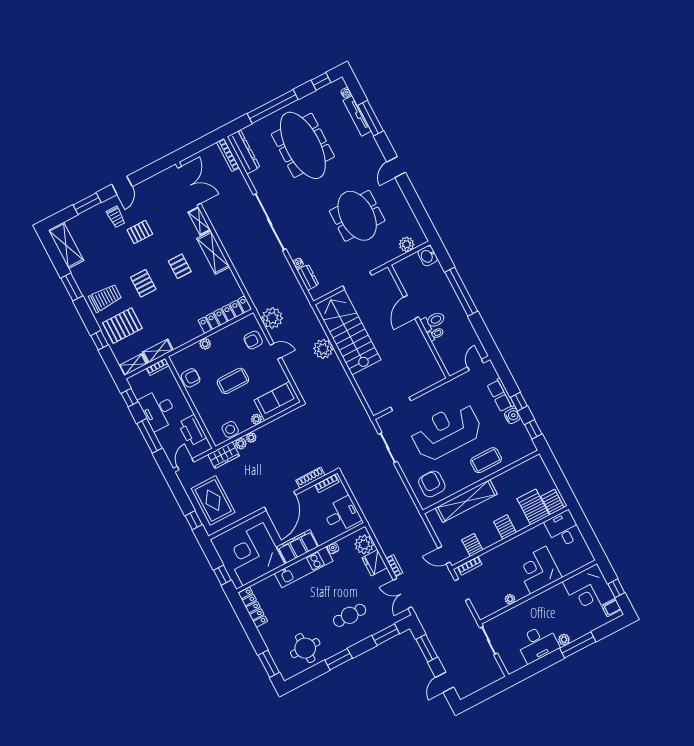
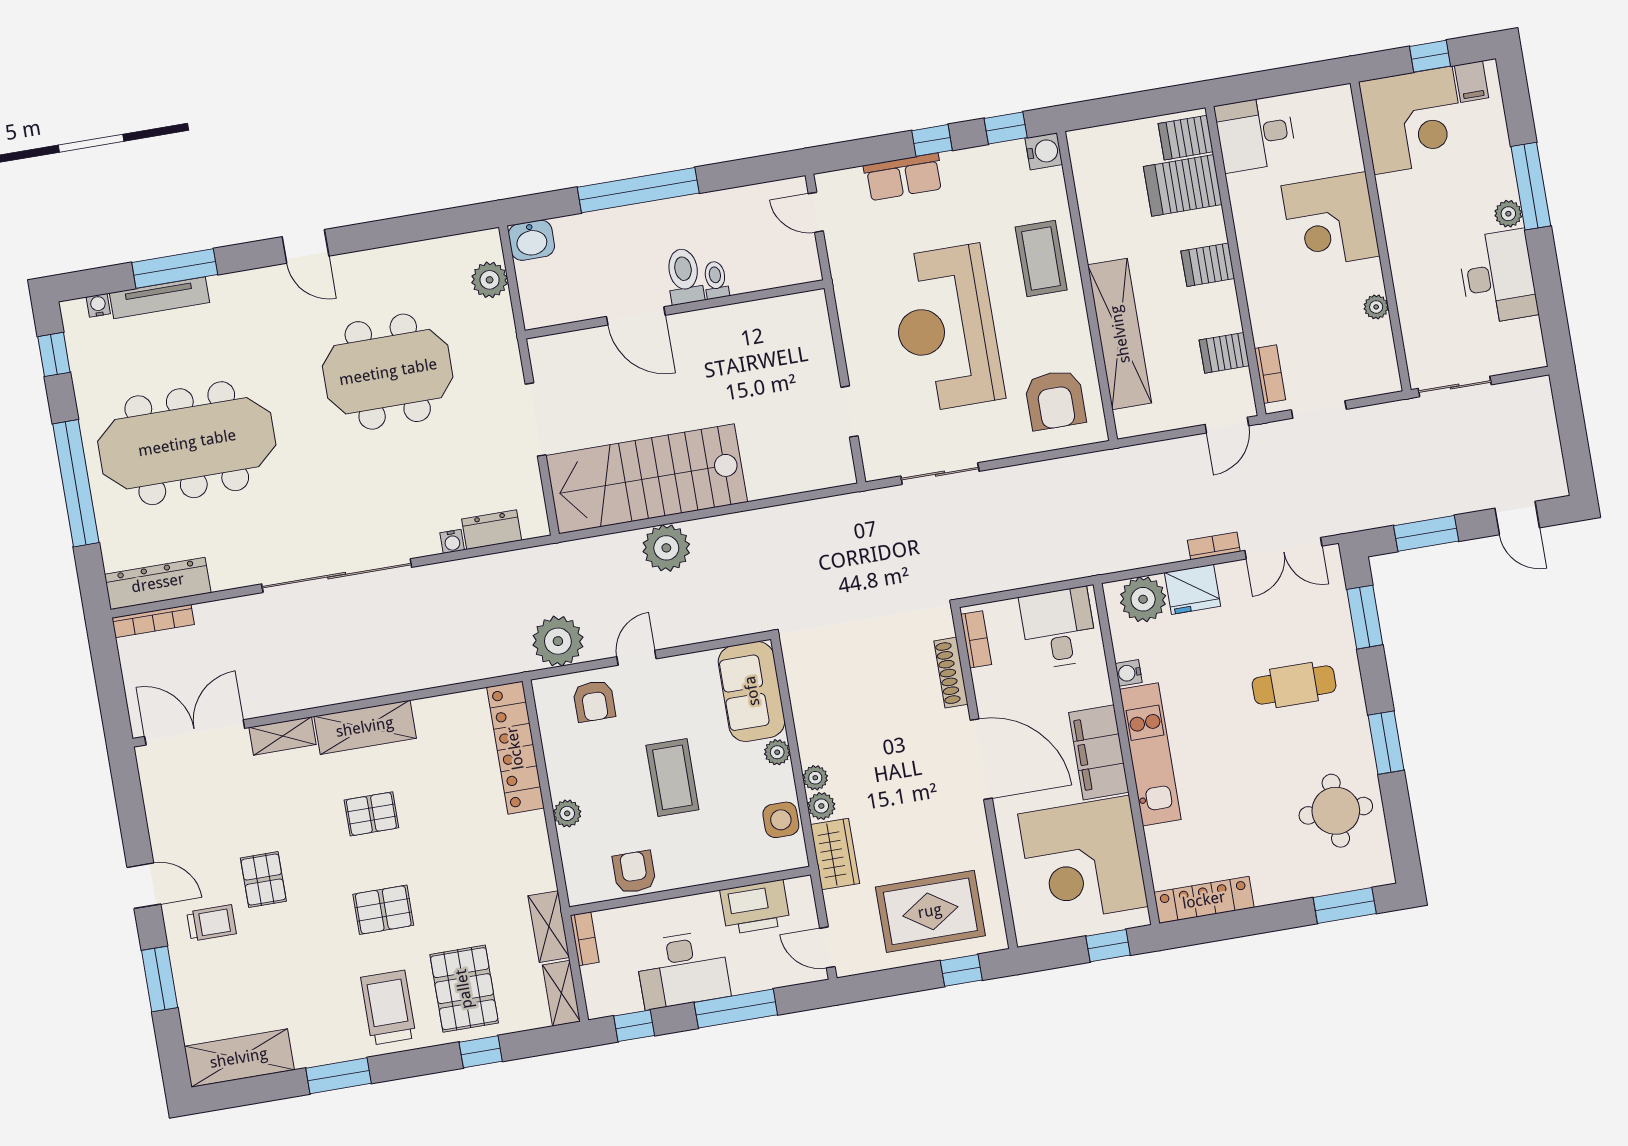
water cooler: (512, 416) -> (1044, 151), moved, turned 90
armchair: (432, 484) -> (1055, 400), turned -90
cafe table: (350, 615) -> (1294, 685), turned 90

